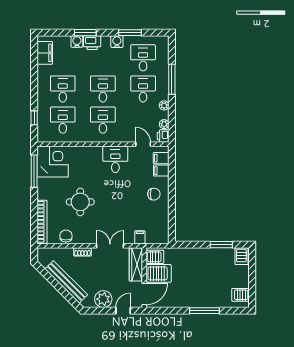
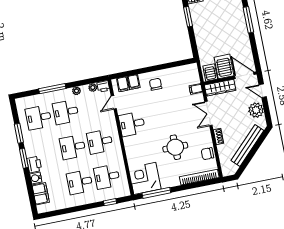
window: (85, 33) -> (24, 158), moved
water cooler: (117, 42) -> (29, 143), removed
filing cabinet: (45, 53) -> (41, 194), moved, turned 90

